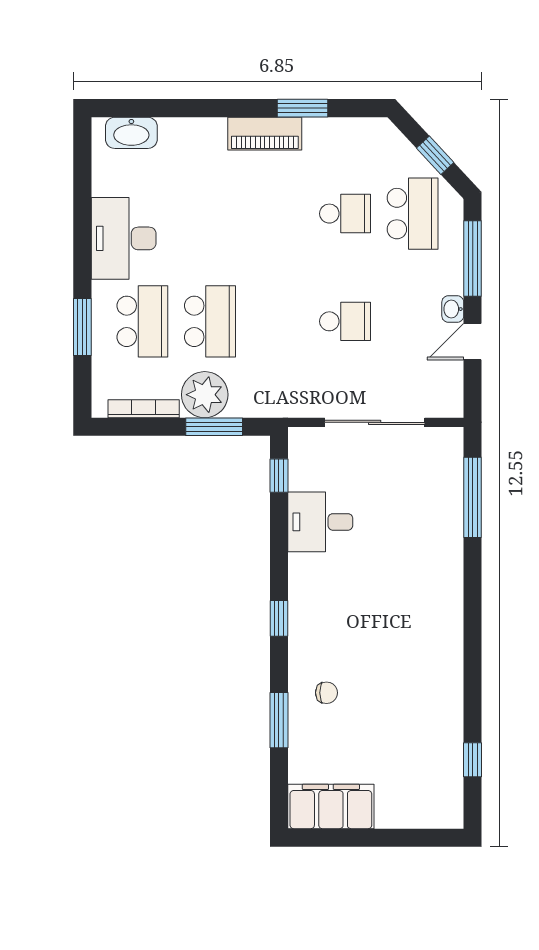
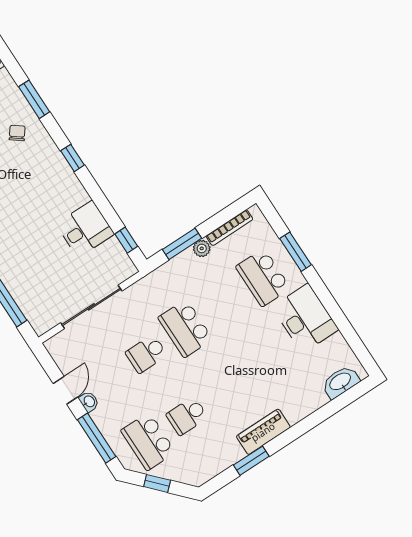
school desk: (210, 321) -> (185, 328), moved
plant: (205, 395) -> (202, 248), width x0.53, depth x0.53
chair: (326, 693) -> (17, 133), turned 127

